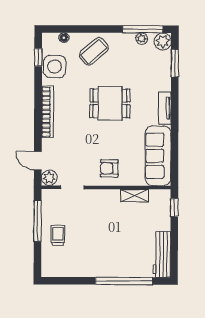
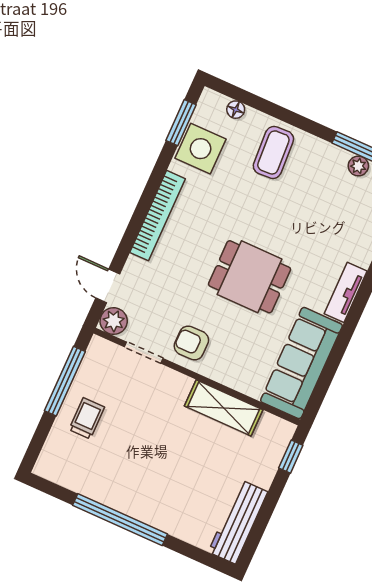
coffee table: (94, 51) -> (273, 152), turned -52
window: (38, 57) -> (181, 123), width x1.50
dining table: (110, 103) -> (250, 277), moved
armchair: (109, 168) -> (191, 343), moved
shelving: (134, 196) -> (224, 408), width x1.50, depth x1.33
window: (124, 281) -> (120, 520), moved

